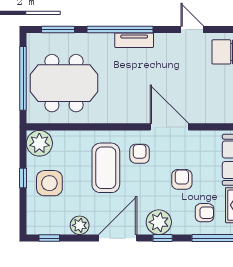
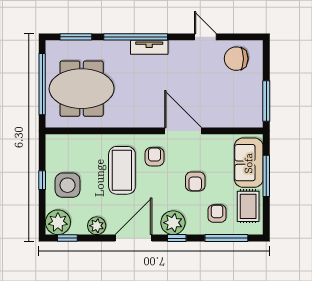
plant: (39, 143) -> (58, 222), moved
armchair: (182, 179) -> (195, 182), turned 180
armchair: (204, 213) -> (217, 214), turned -90

